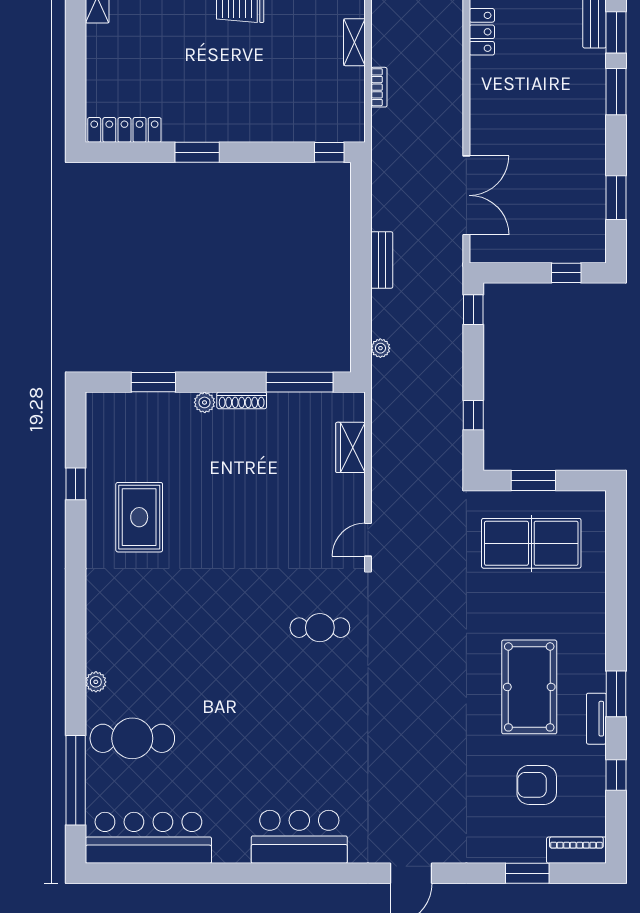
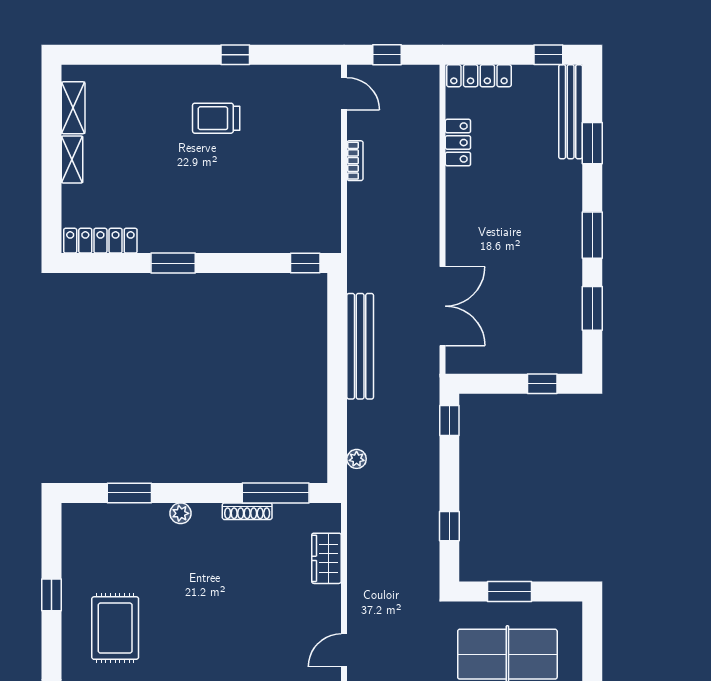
shelving: (354, 42) -> (72, 159), moved
bookcase: (379, 87) -> (355, 161), moved
window: (616, 92) -> (592, 235), moved
bench: (382, 260) -> (360, 346), width x1.86, depth x1.21
shoe rack: (242, 400) -> (247, 511), moved

